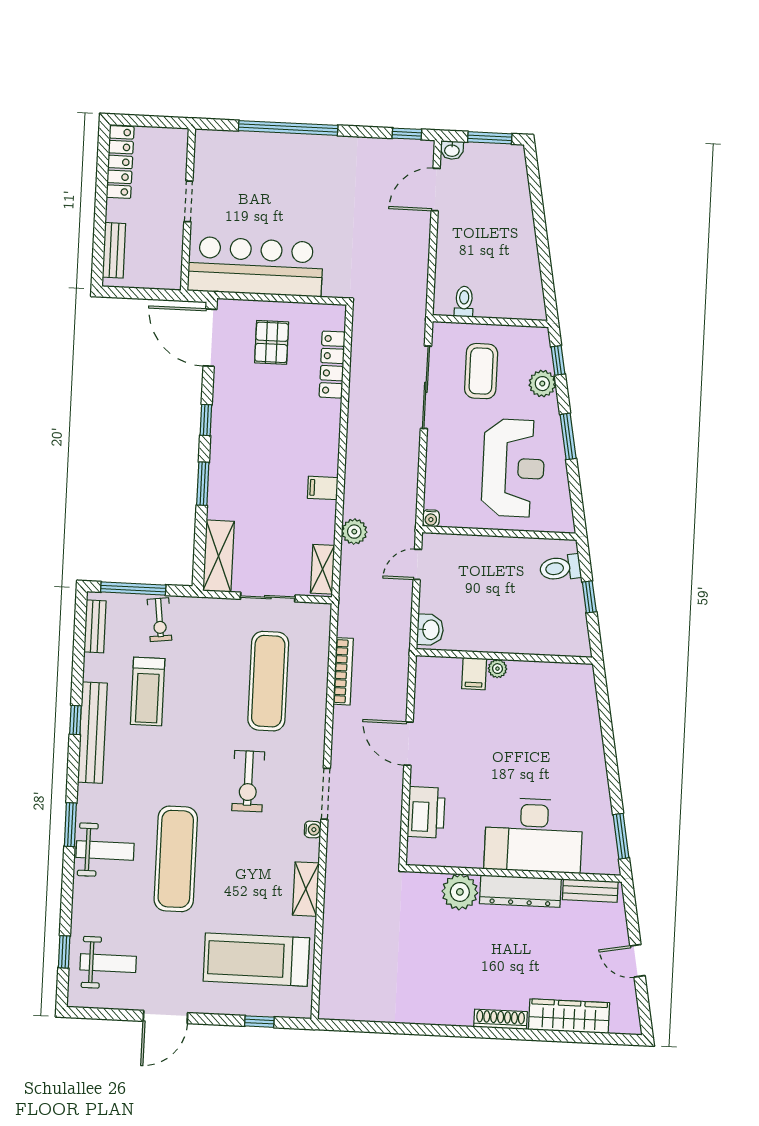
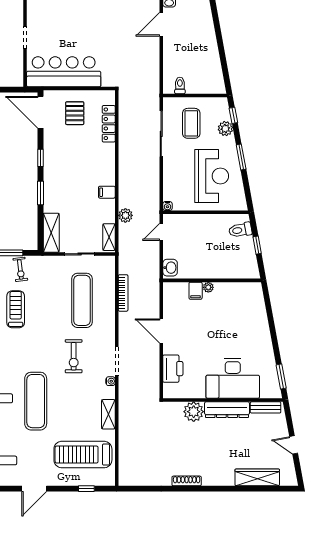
treadmill: (148, 691) -> (16, 309), turned 180
shoe rack: (500, 1019) -> (187, 481), moved

